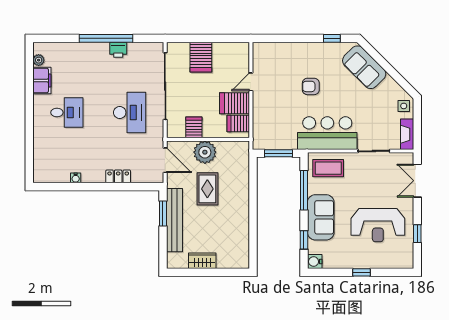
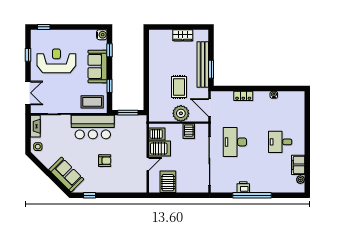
server rack: (201, 57) -> (168, 182), moved
window: (304, 190) -> (110, 86), width x0.46
window: (362, 272) -> (44, 27), moved

